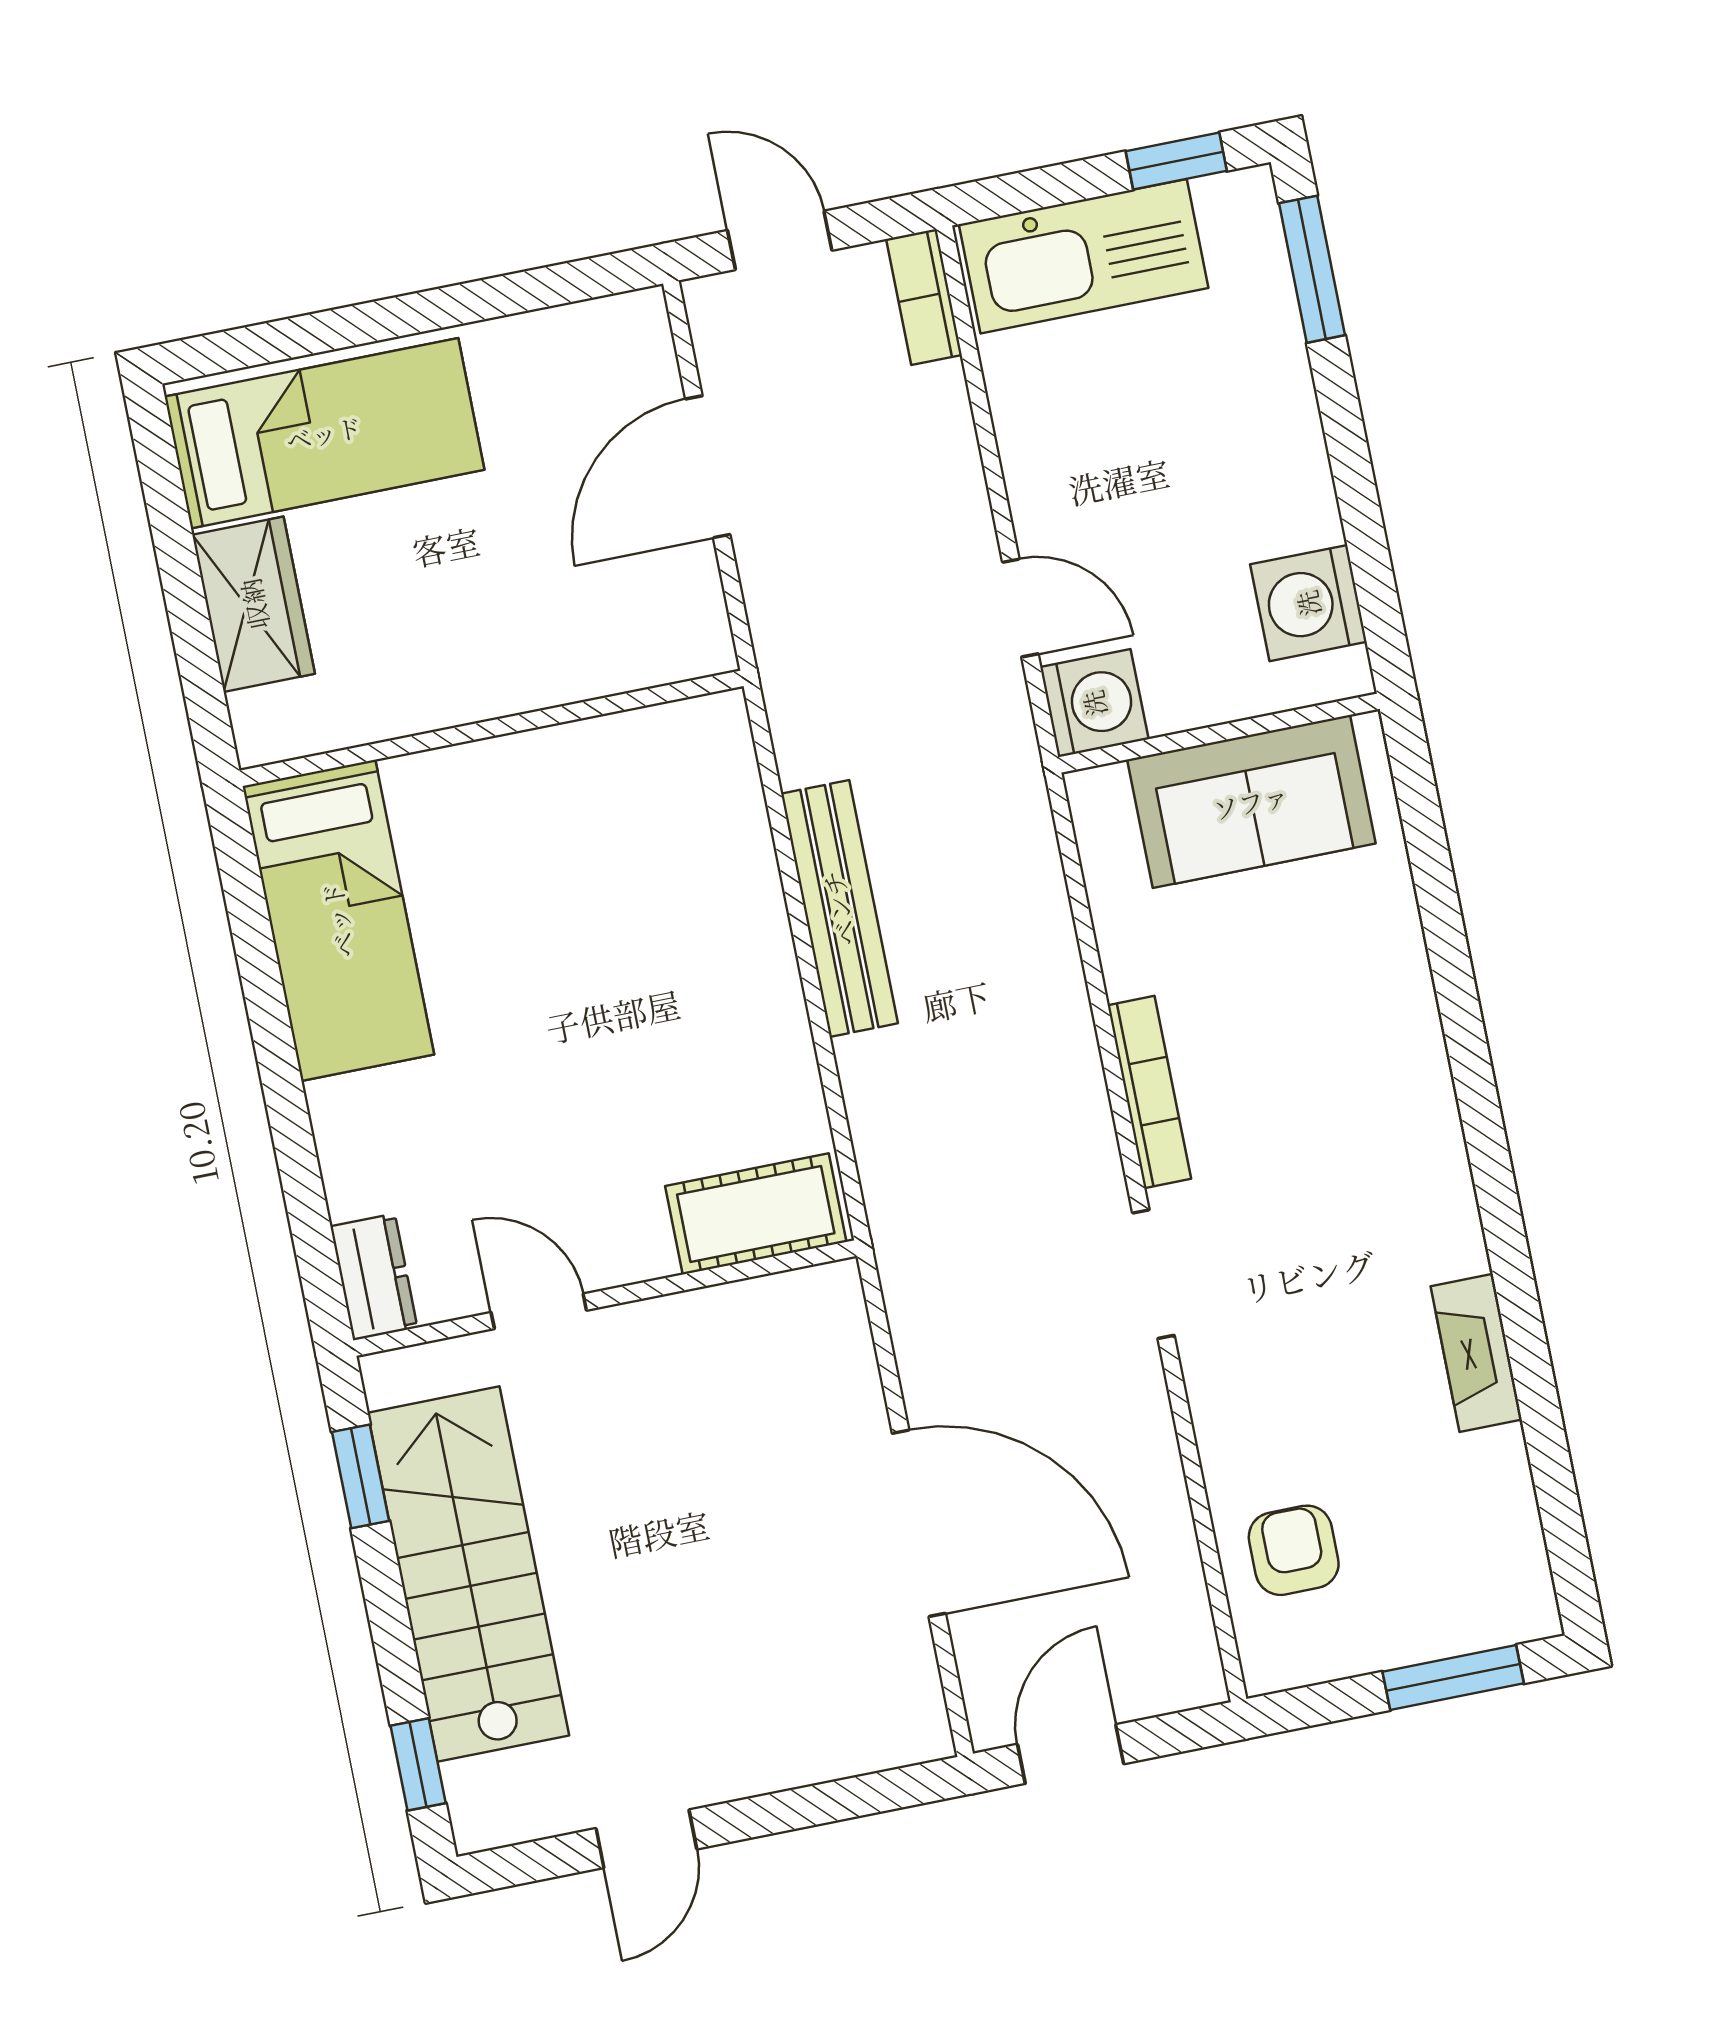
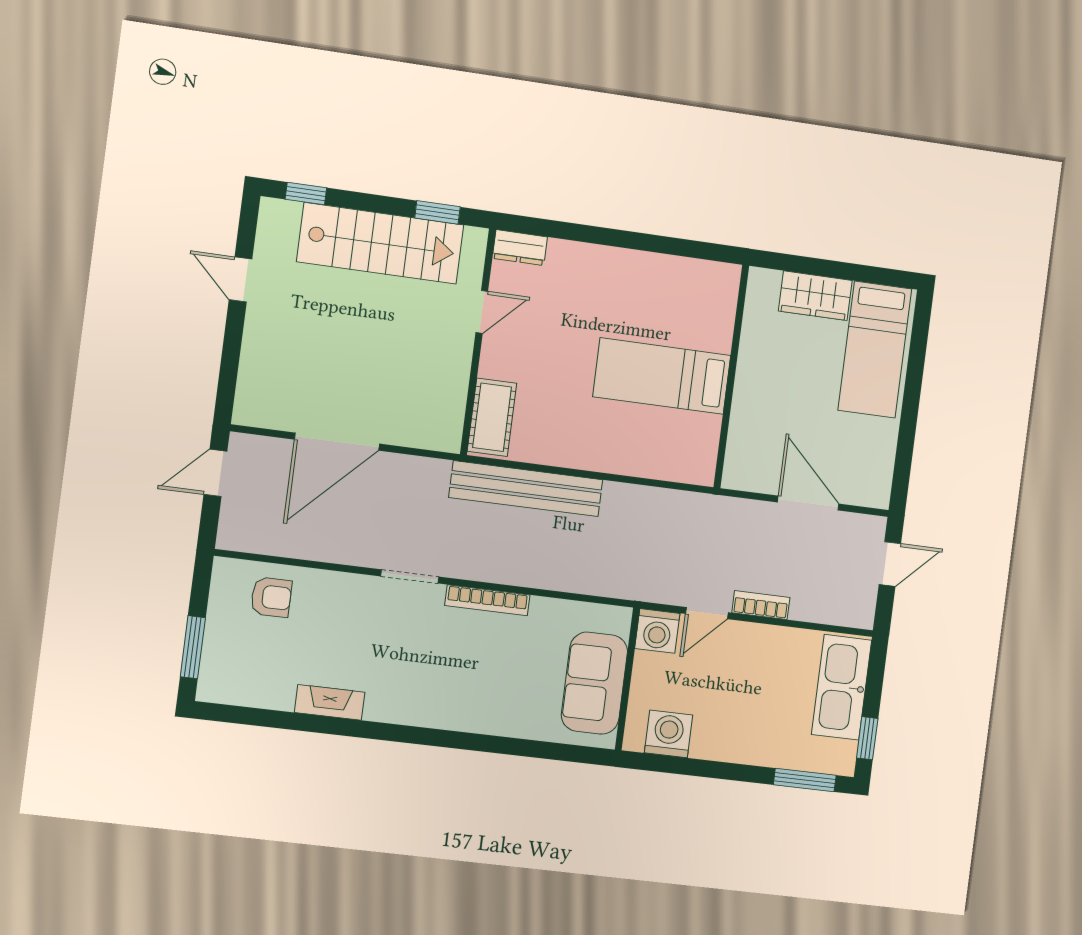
bookcase: (924, 297) -> (761, 605), moved
bench: (839, 908) -> (526, 489), moved, width x1.37, depth x1.21
bed: (338, 920) -> (662, 376), moved
door: (1071, 1754) -> (215, 473), swing flipped

